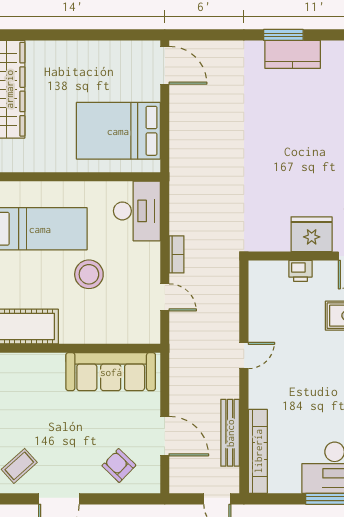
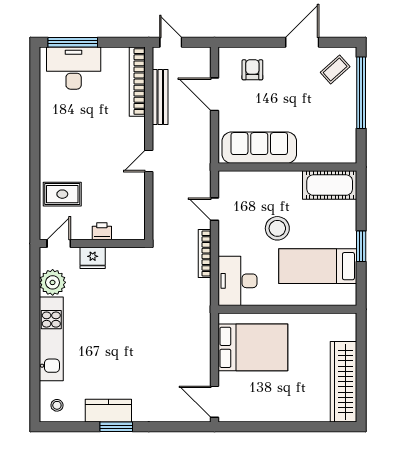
fridge: (312, 234) -> (93, 258), width x0.73, depth x0.75
bookcase: (177, 254) -> (205, 253), width x1.56
armchair: (119, 466) -> (252, 70), turned -134

